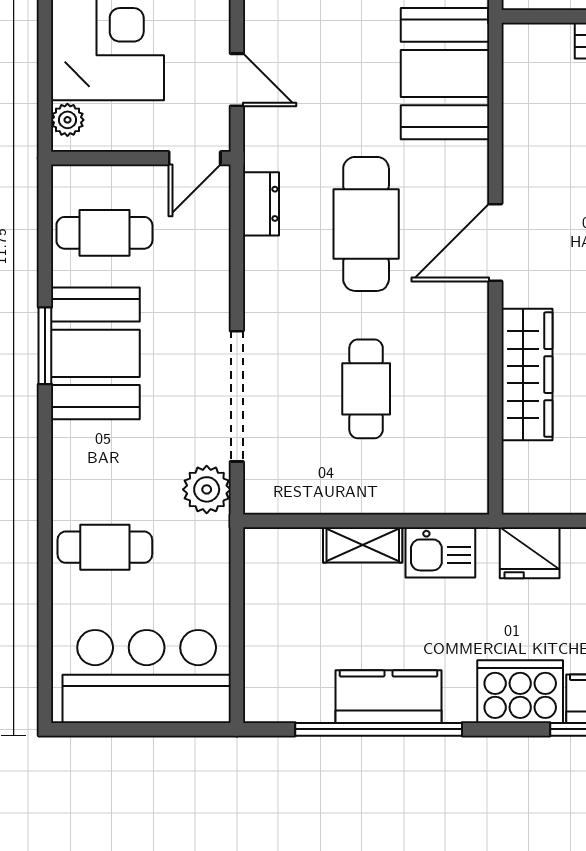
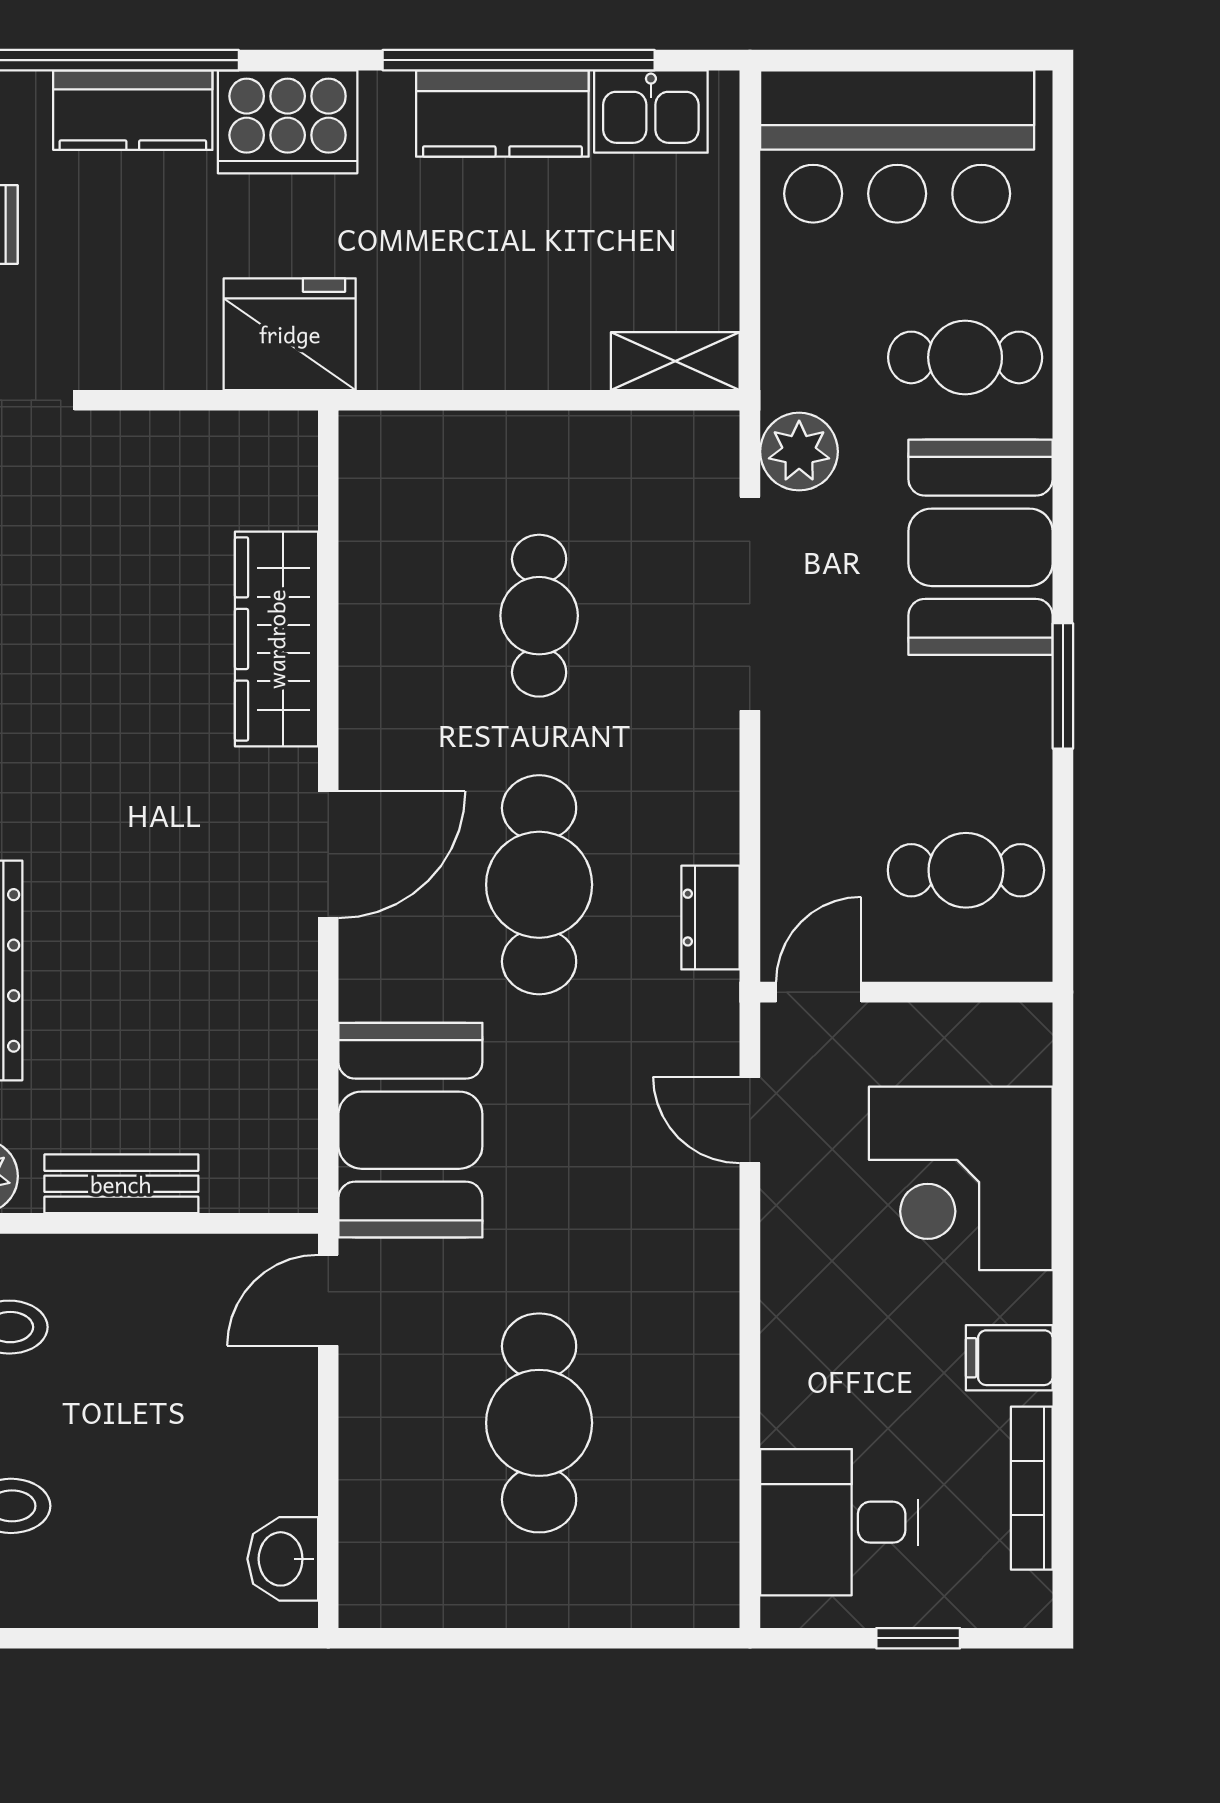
plant: (67, 120) -> (1026, 1055), removed
booth: (95, 353) -> (980, 547), moved
shelving: (363, 545) -> (675, 361), moved
kitchen sink: (440, 552) -> (651, 112), moved, turned 180
fridge: (530, 553) -> (290, 334), width x1.36, depth x1.34

